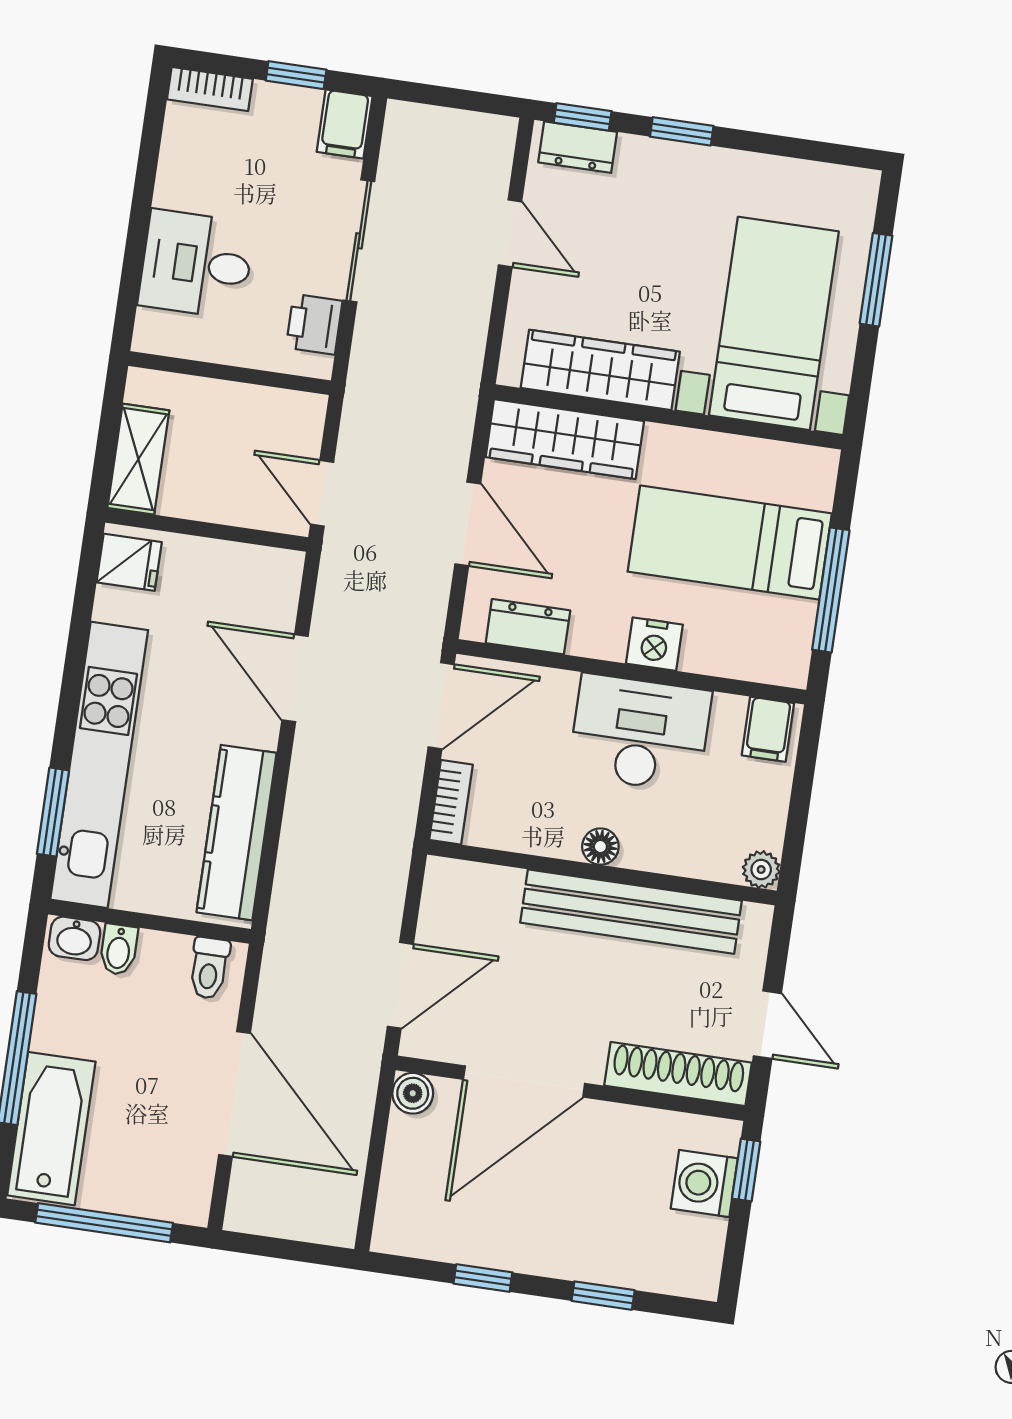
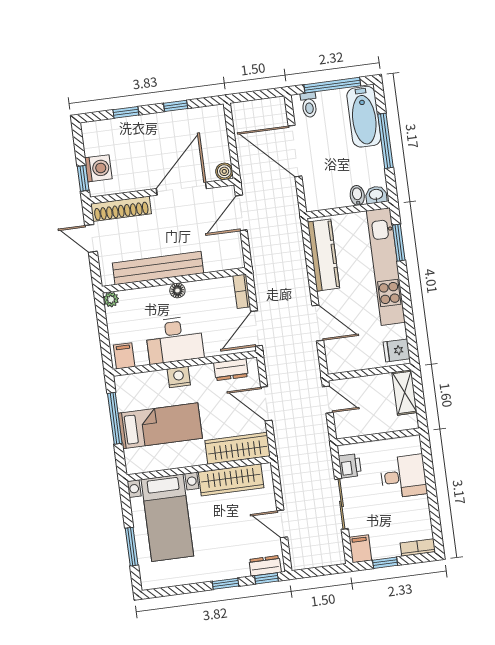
toilet: (209, 968) -> (309, 105), moved, turned 180

